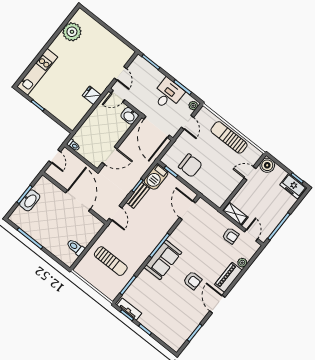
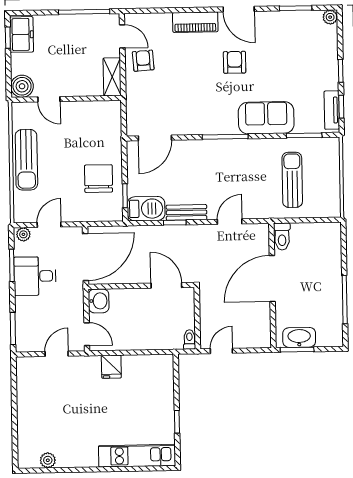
plant: (72, 32) -> (48, 460), width x0.53, depth x0.53
wall: (75, 198) -> (272, 285), moved
door: (78, 201) -> (272, 279), moved
door: (251, 235) -> (122, 36), swing flipped
toilet: (76, 247) -> (282, 236), moved
sofa: (163, 260) -> (266, 118), moved
plant: (242, 263) -> (330, 17), moved
door: (217, 304) -> (239, 9), hinge flipped

